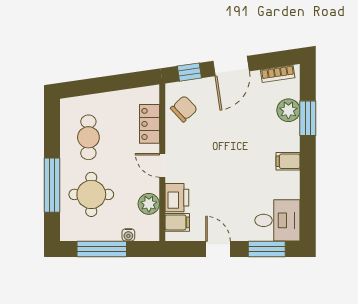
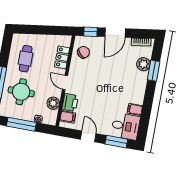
filing cabinet: (288, 161) -> (135, 109), moved

